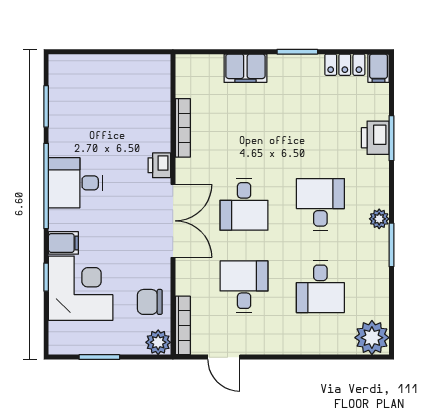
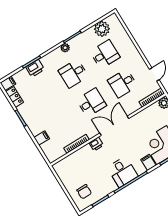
filing cabinet: (245, 68) -> (42, 138), width x0.50
chair: (150, 302) -> (84, 192), moved
plant: (372, 338) -> (102, 29), moved

